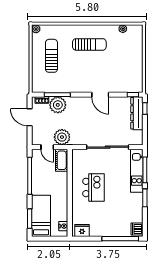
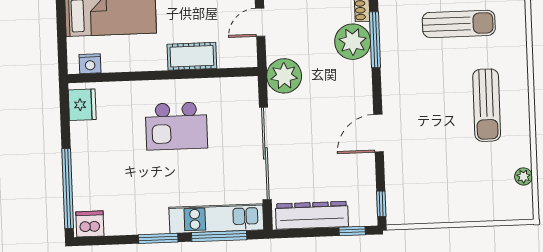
dresser: (137, 113) -> (312, 215), moved
plant: (62, 137) -> (284, 76), moved
cot: (62, 160) -> (192, 56), moved

